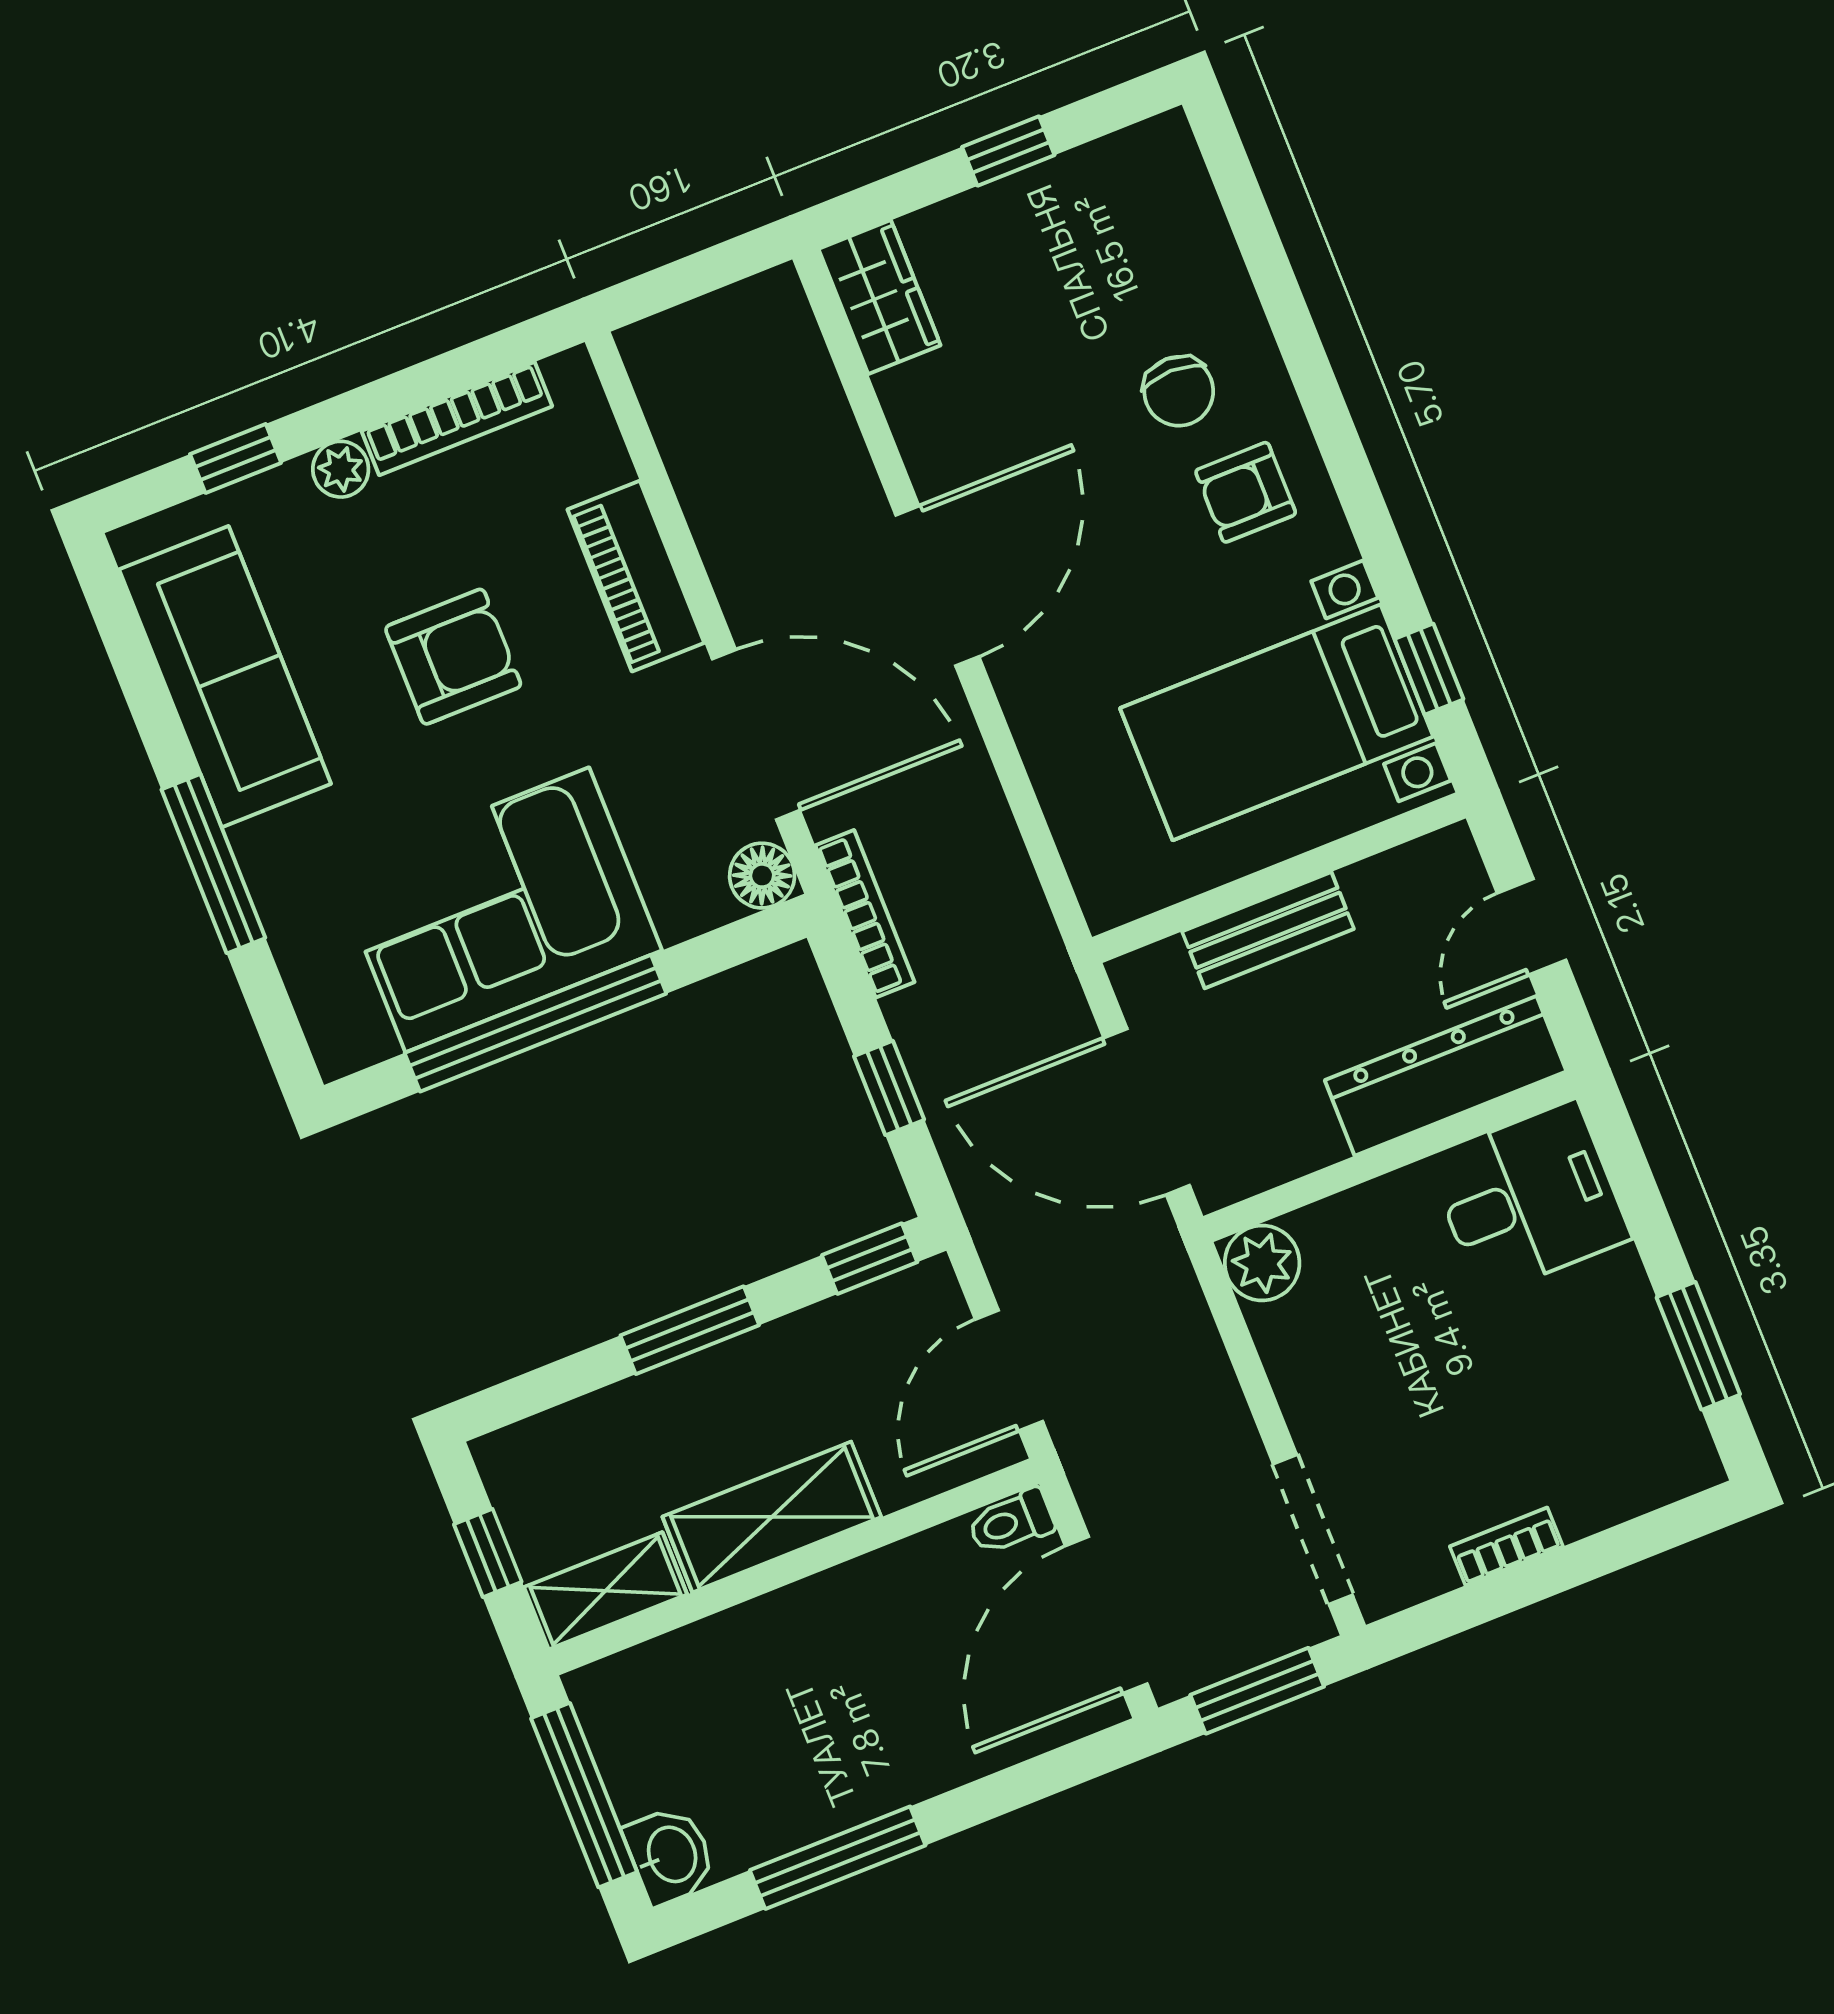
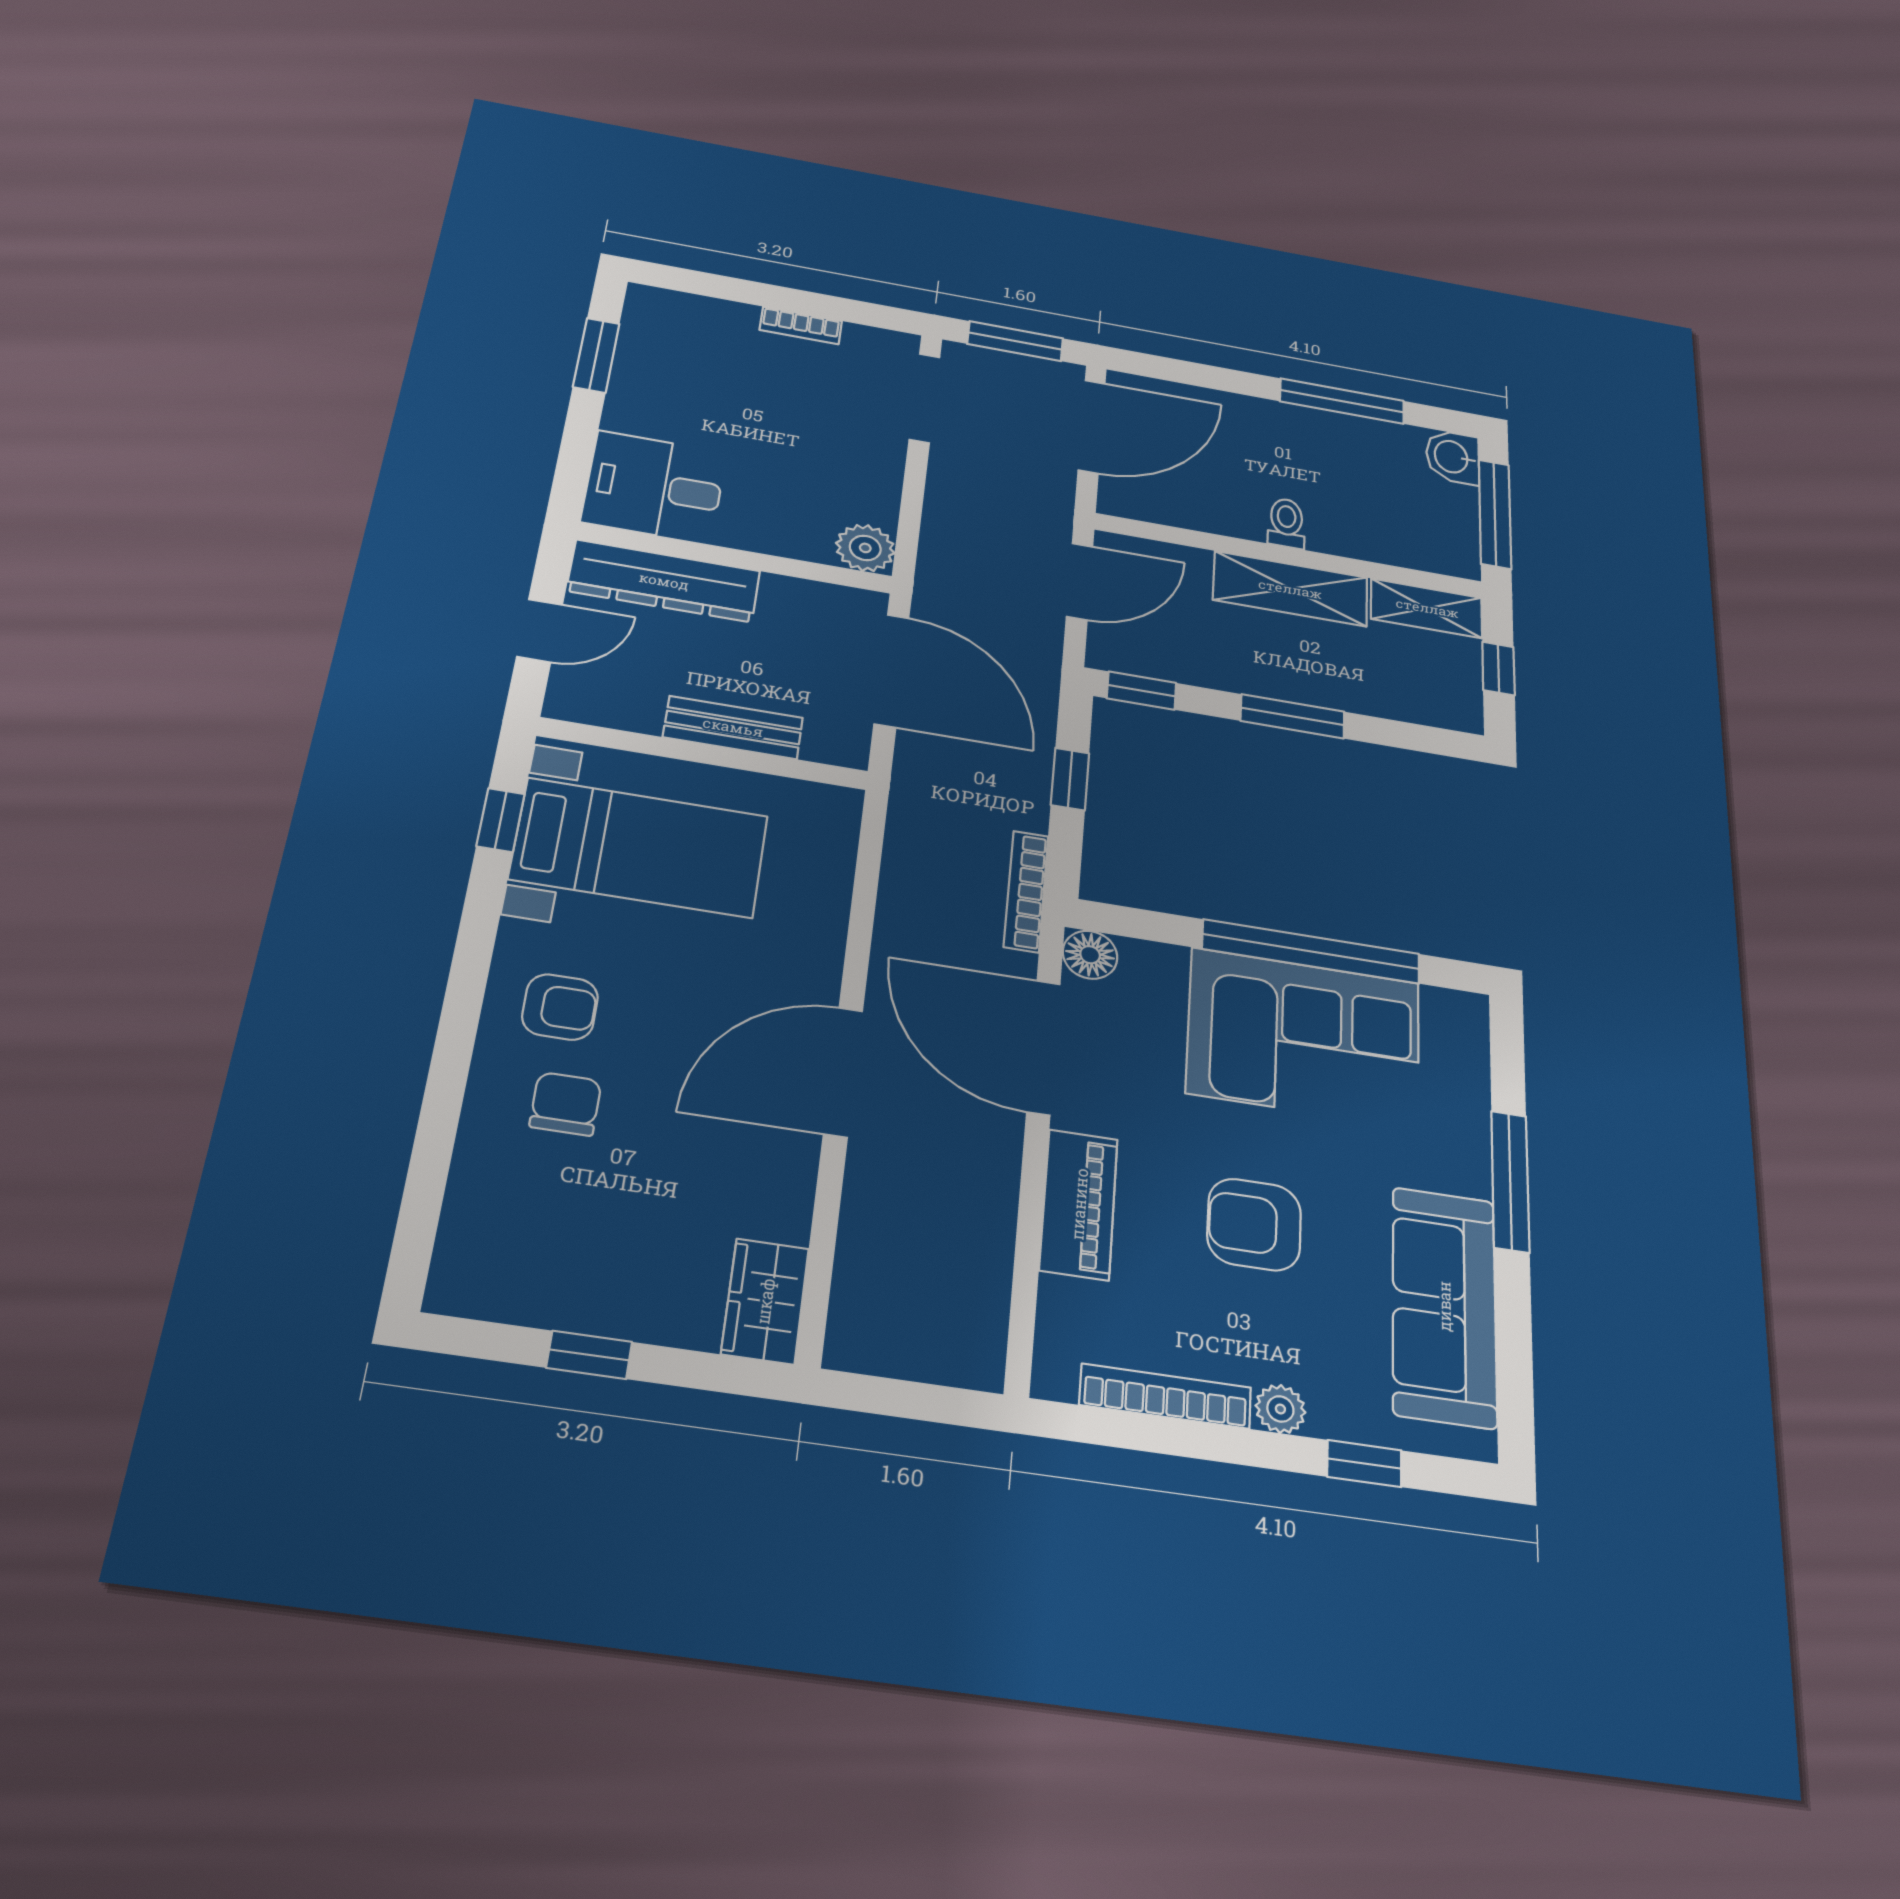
toilet: (1011, 1522) -> (1286, 523), moved, turned -90

